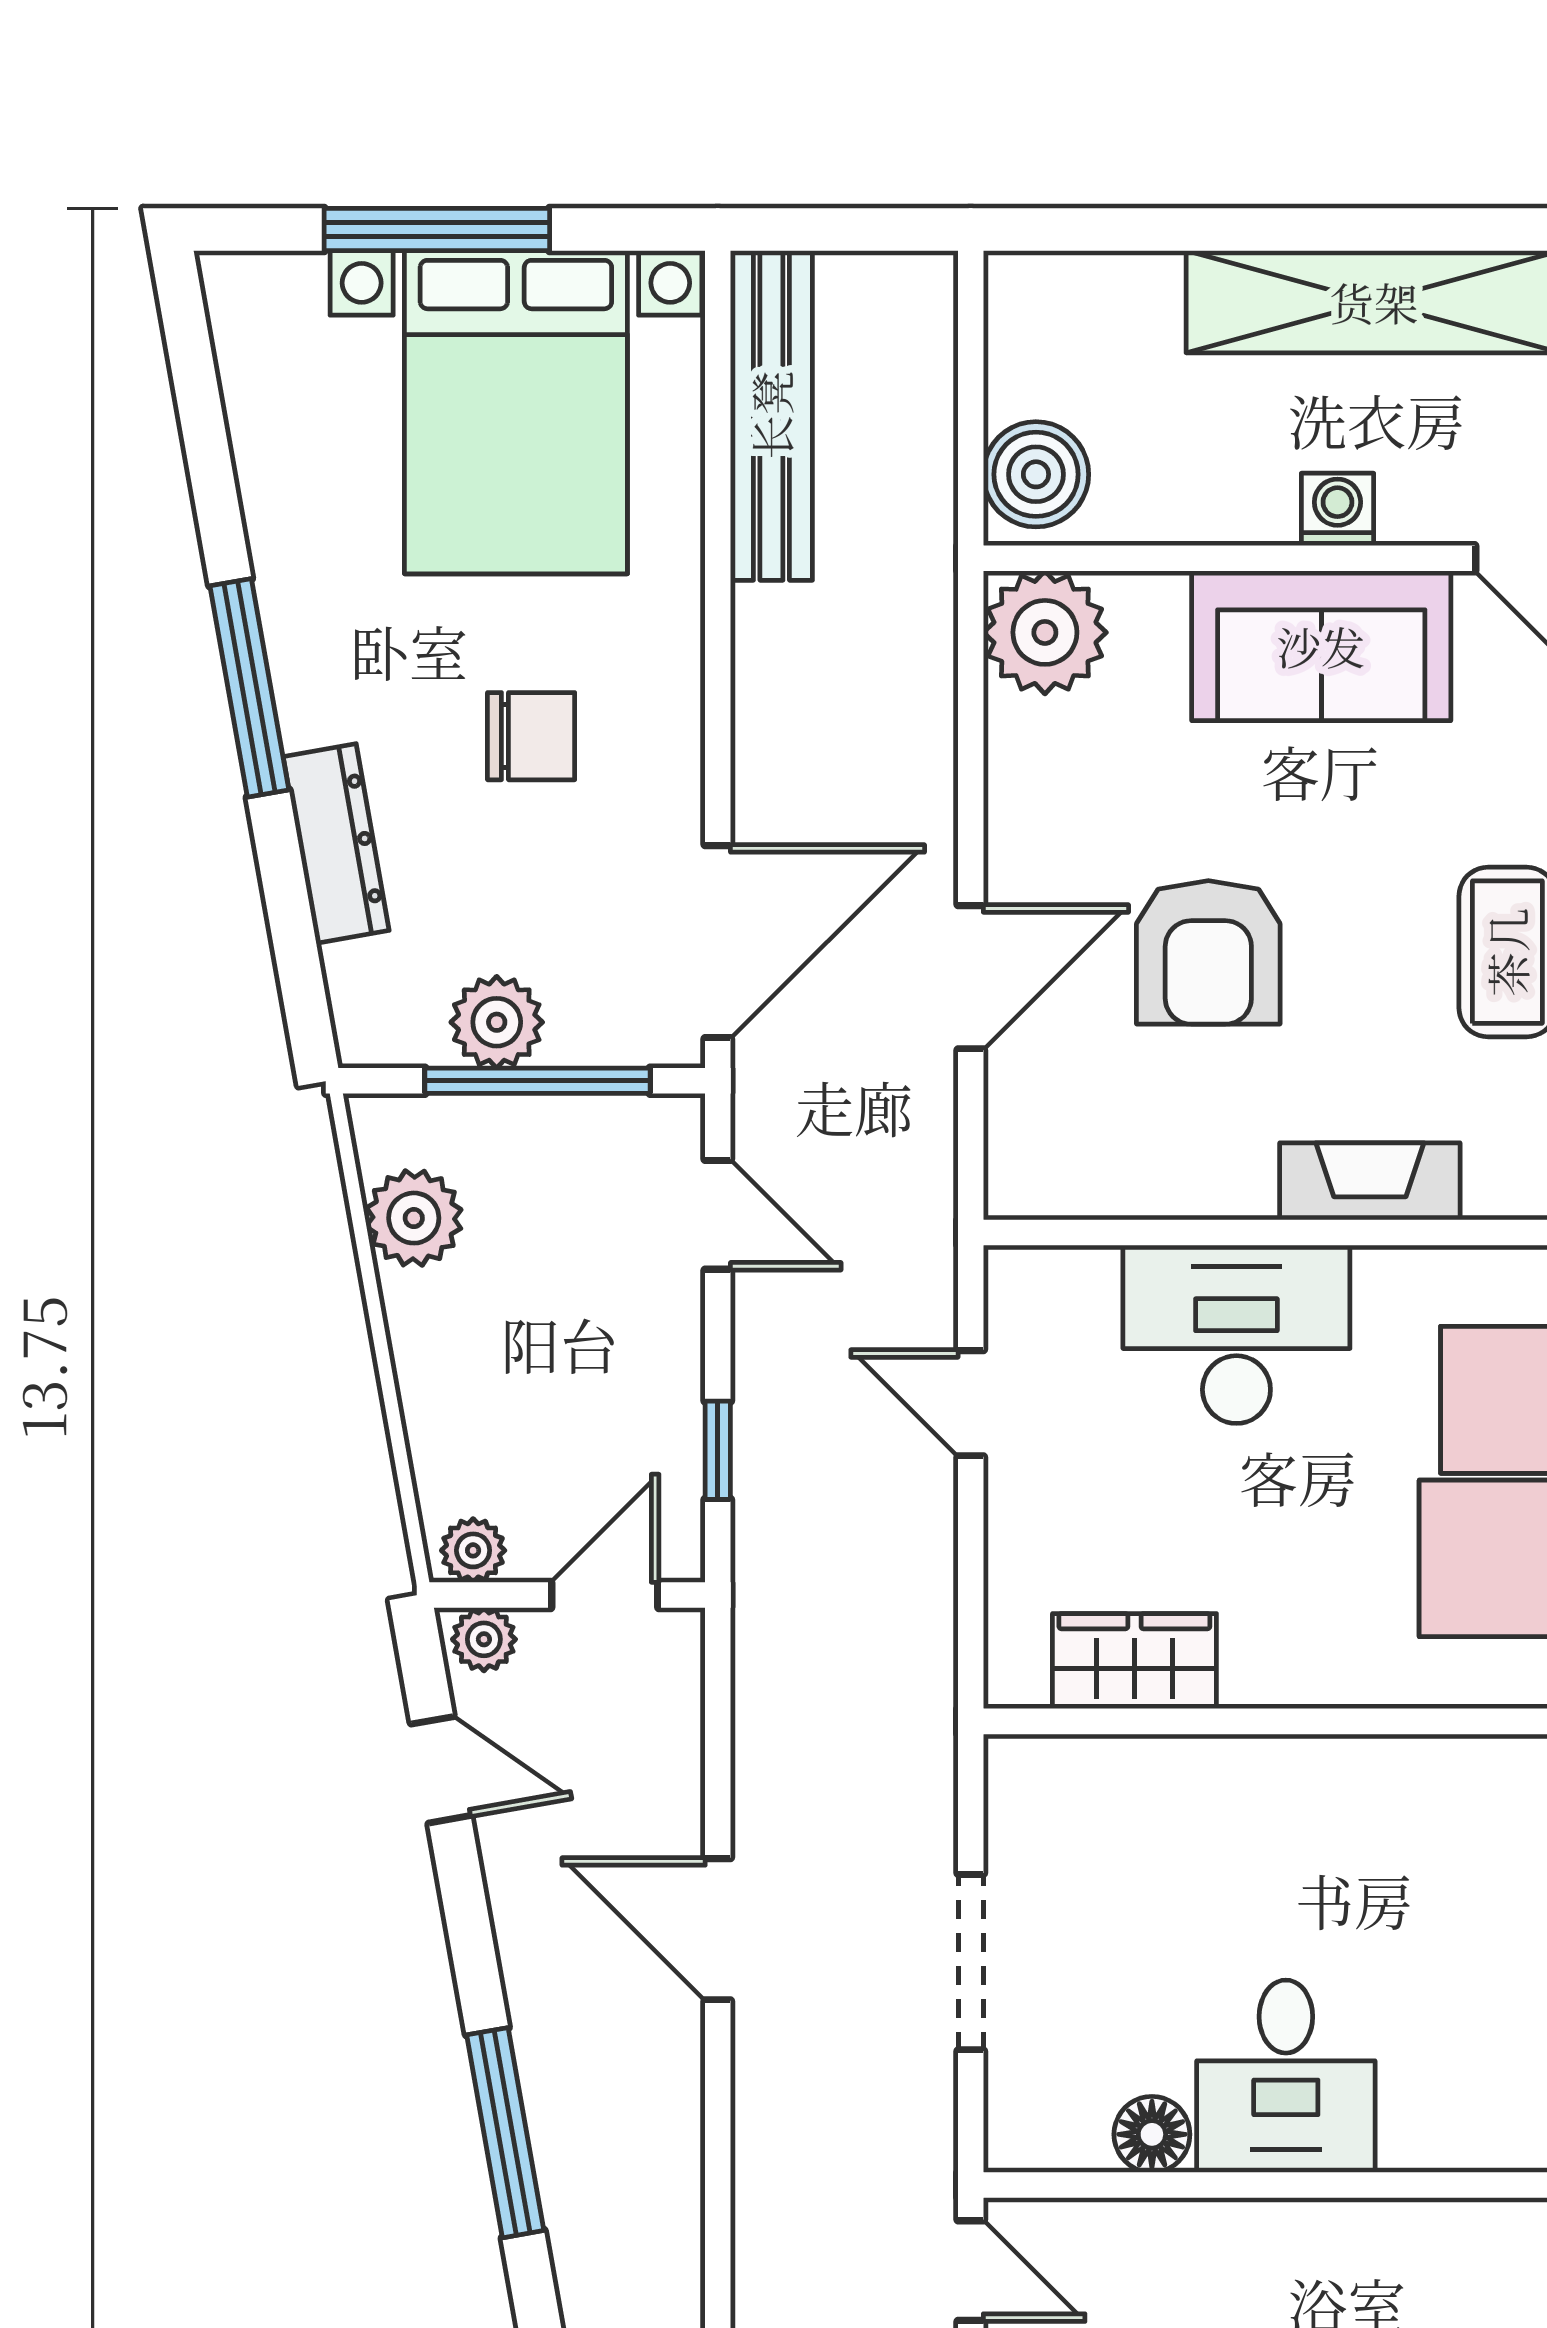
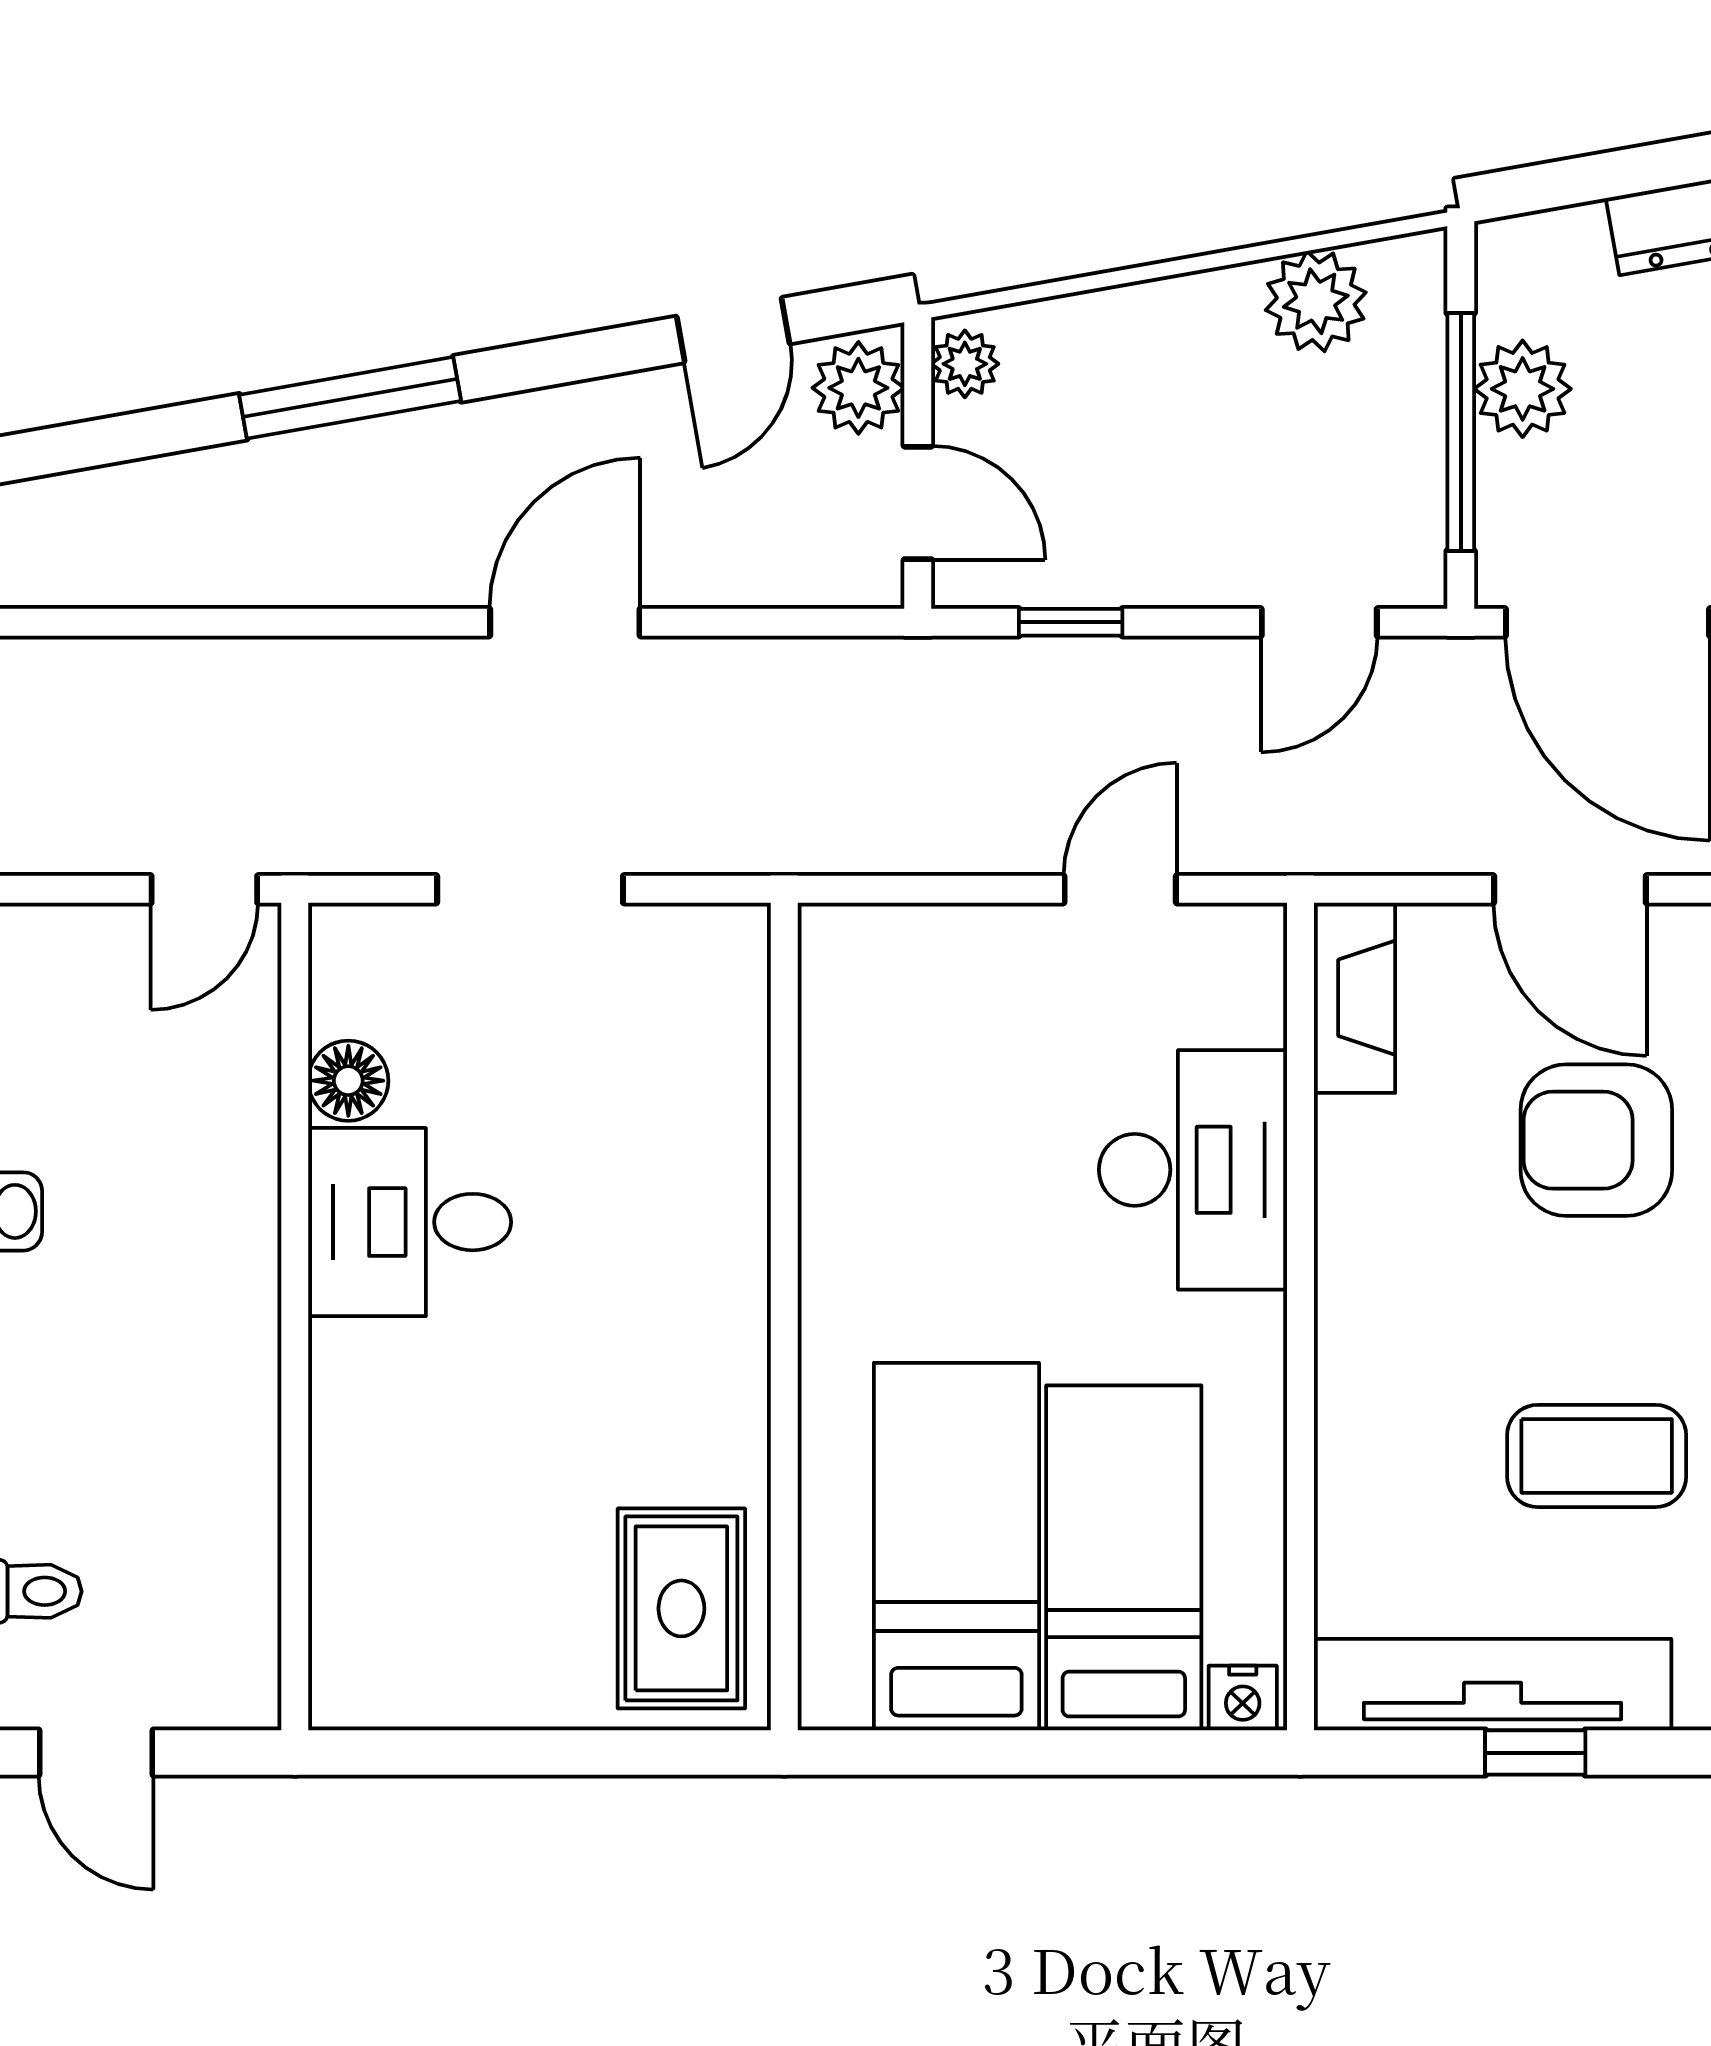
fireplace: (1370, 1181) -> (1354, 998), moved
plant: (484, 1639) -> (858, 388), width x1.38, depth x1.38
wardrobe: (1134, 1661) -> (848, 1062), removed

